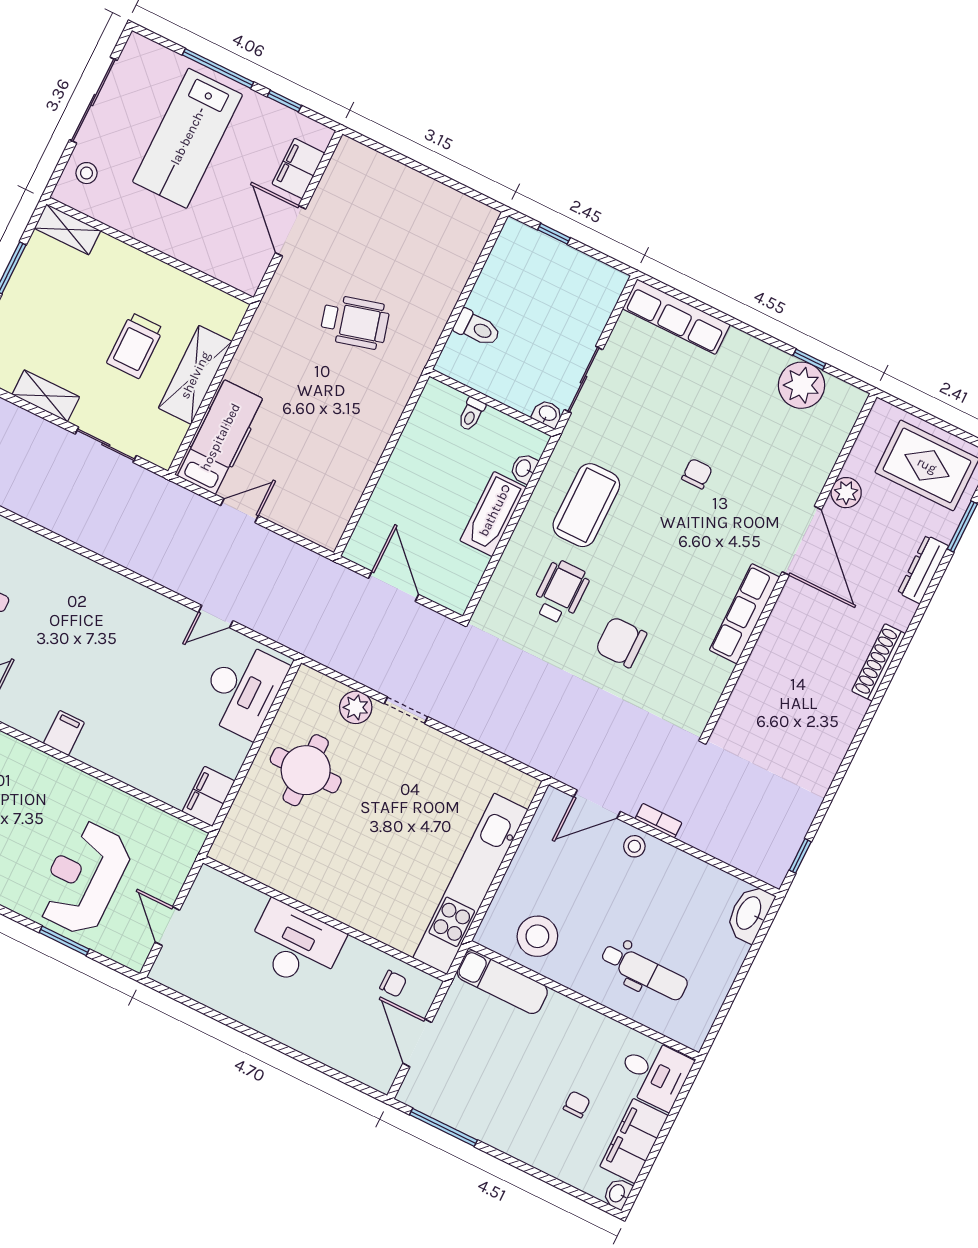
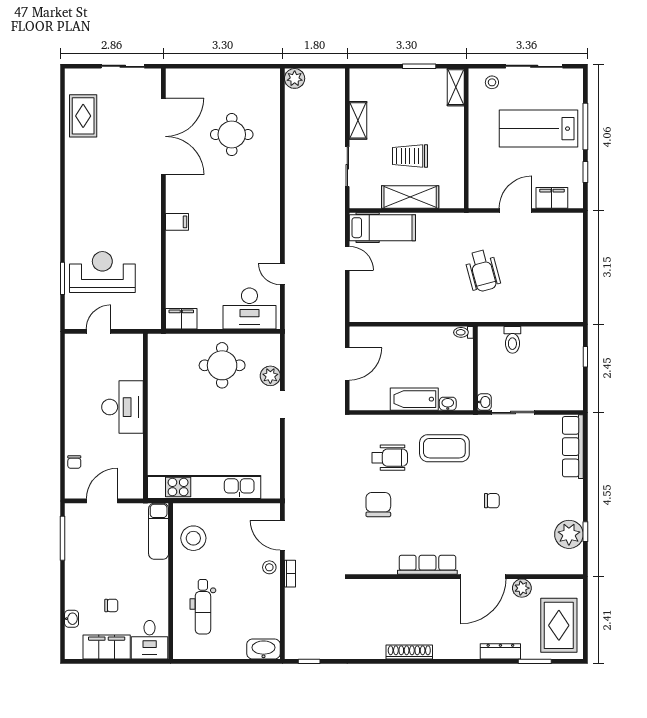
toilet: (471, 414) -> (463, 332), moved
shoe rack: (879, 662) -> (409, 652), moved
chair: (393, 984) -> (74, 462), moved
washbasin: (618, 1194) -> (72, 619), moved, turned 90

